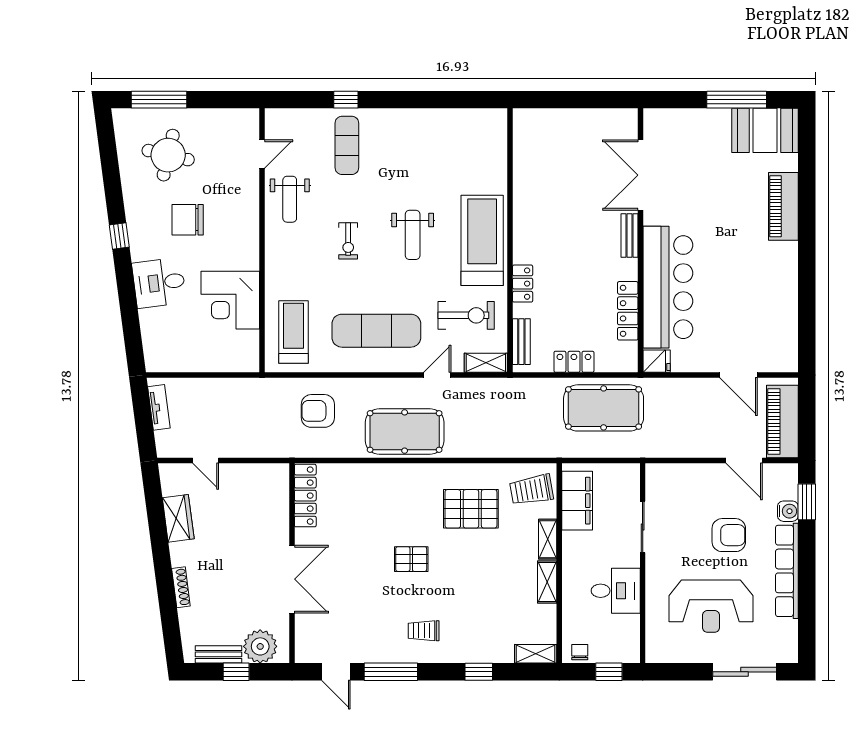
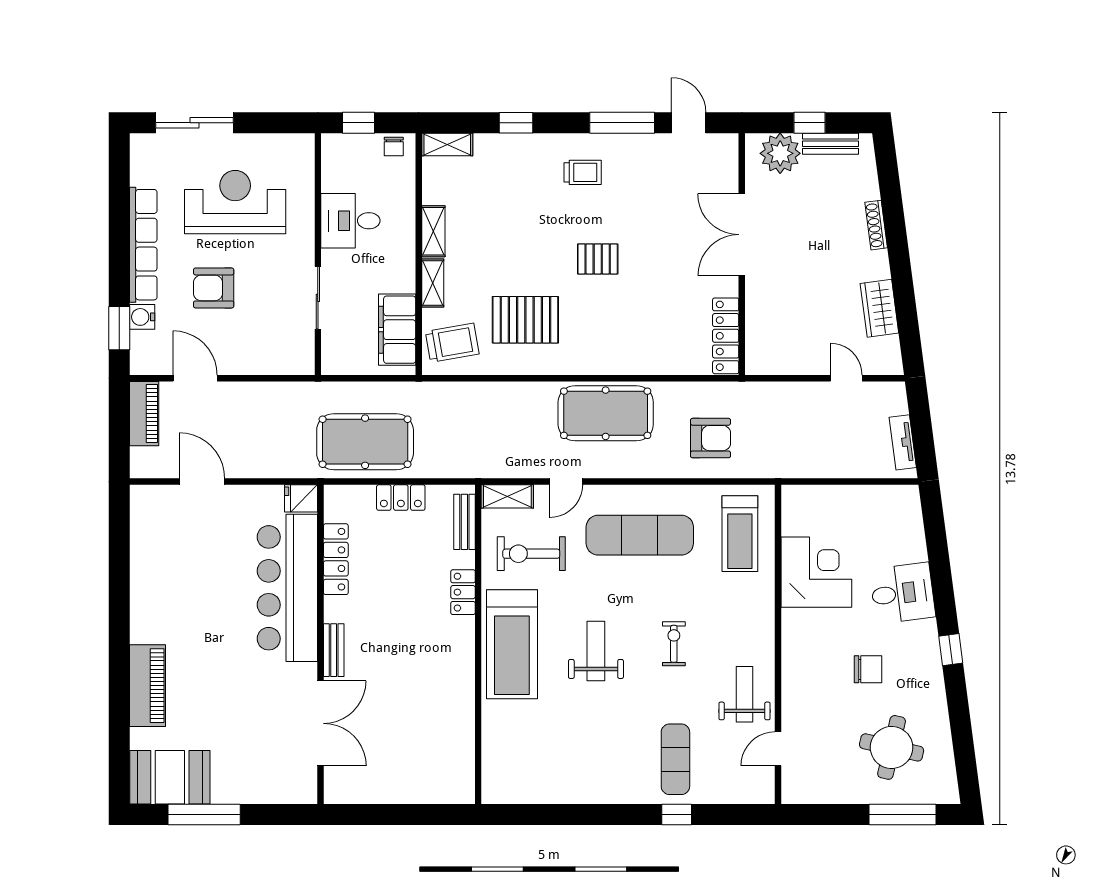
chair: (188, 220) -> (868, 669), width x0.73, depth x0.73
piano: (782, 422) -> (144, 414), width x0.73, depth x0.75

